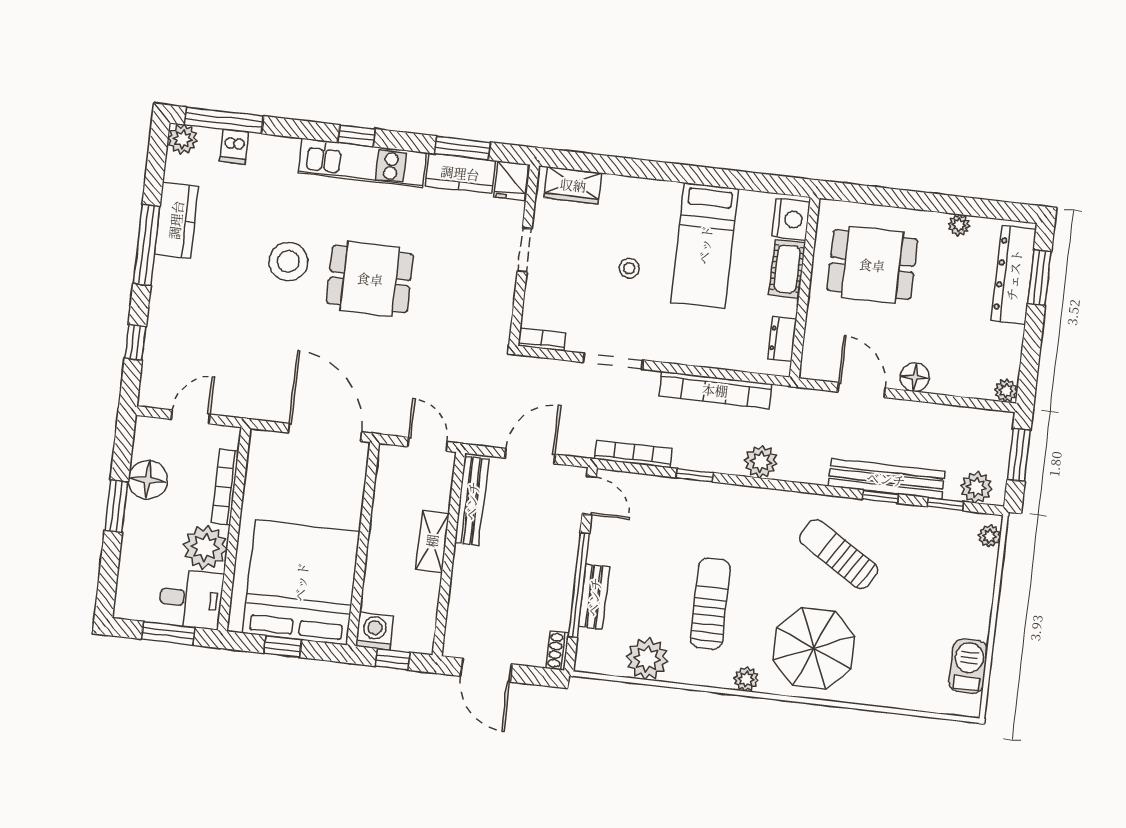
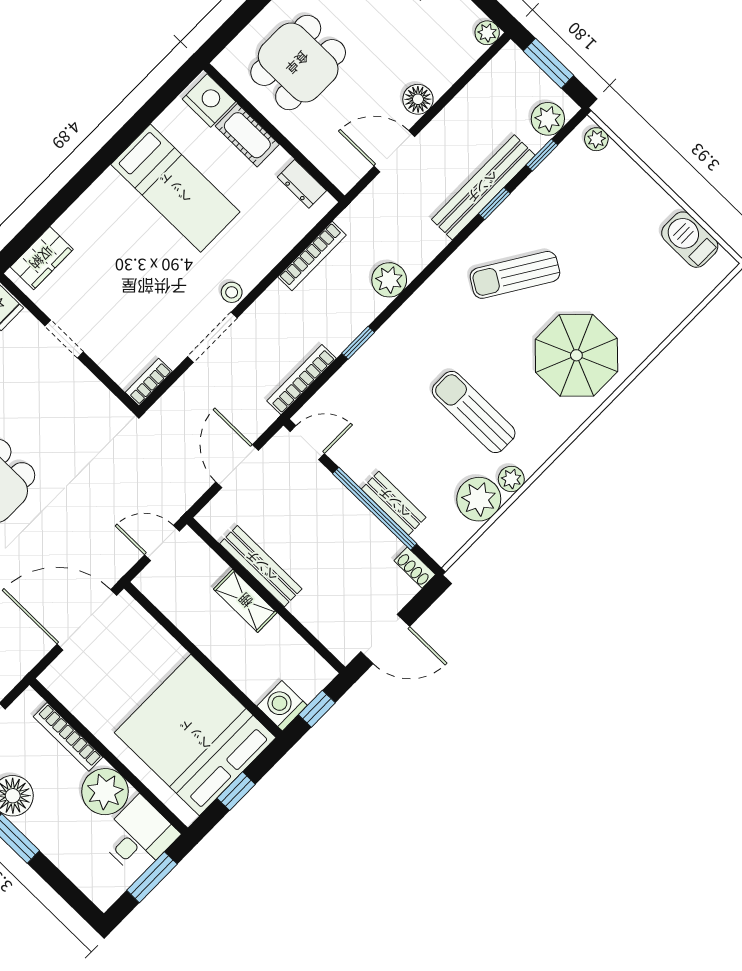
stool: (629, 268) -> (232, 292), moved
bookcase: (715, 390) -> (312, 256), width x0.68, depth x0.76
bench: (472, 501) -> (261, 566), moved
plant: (746, 679) -> (511, 479), moved

